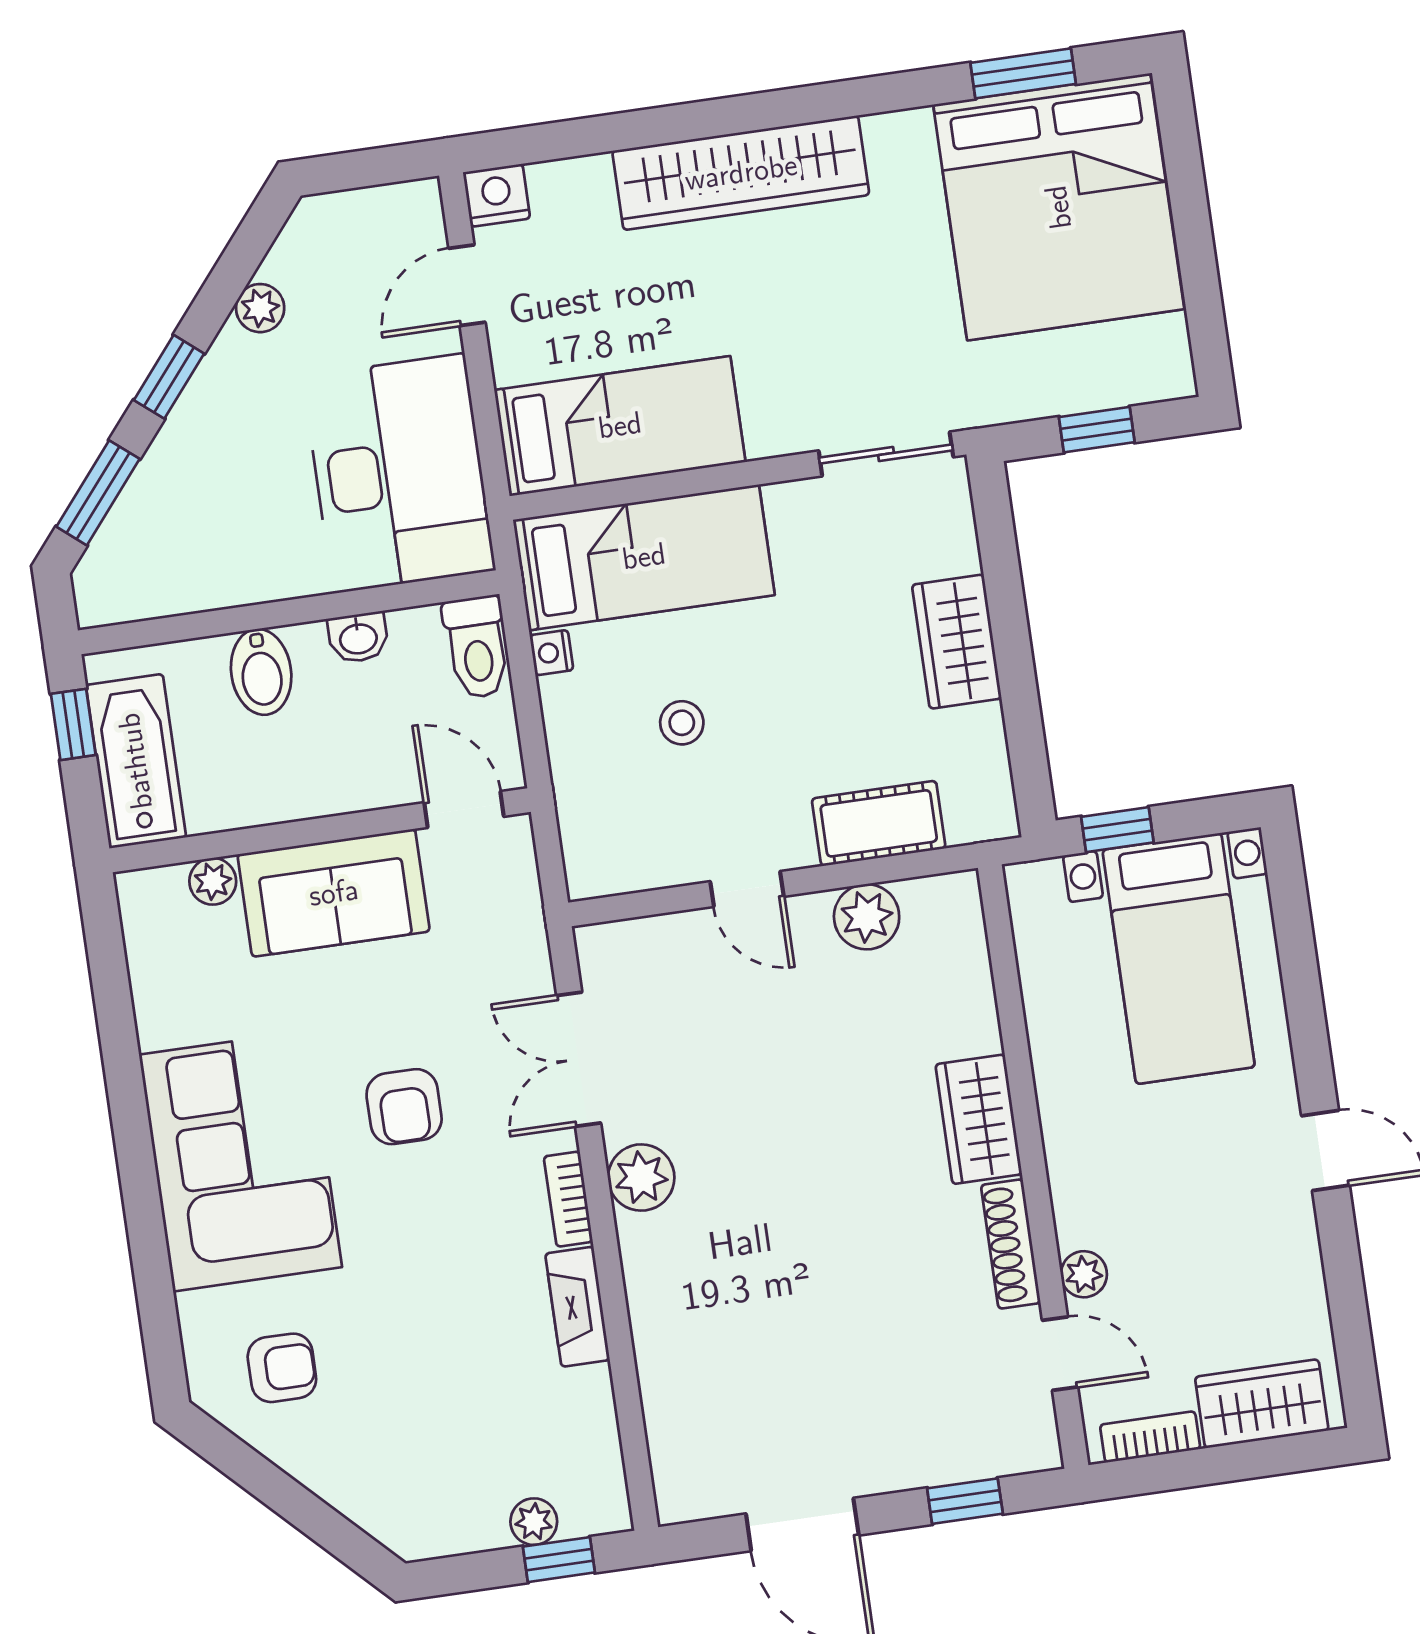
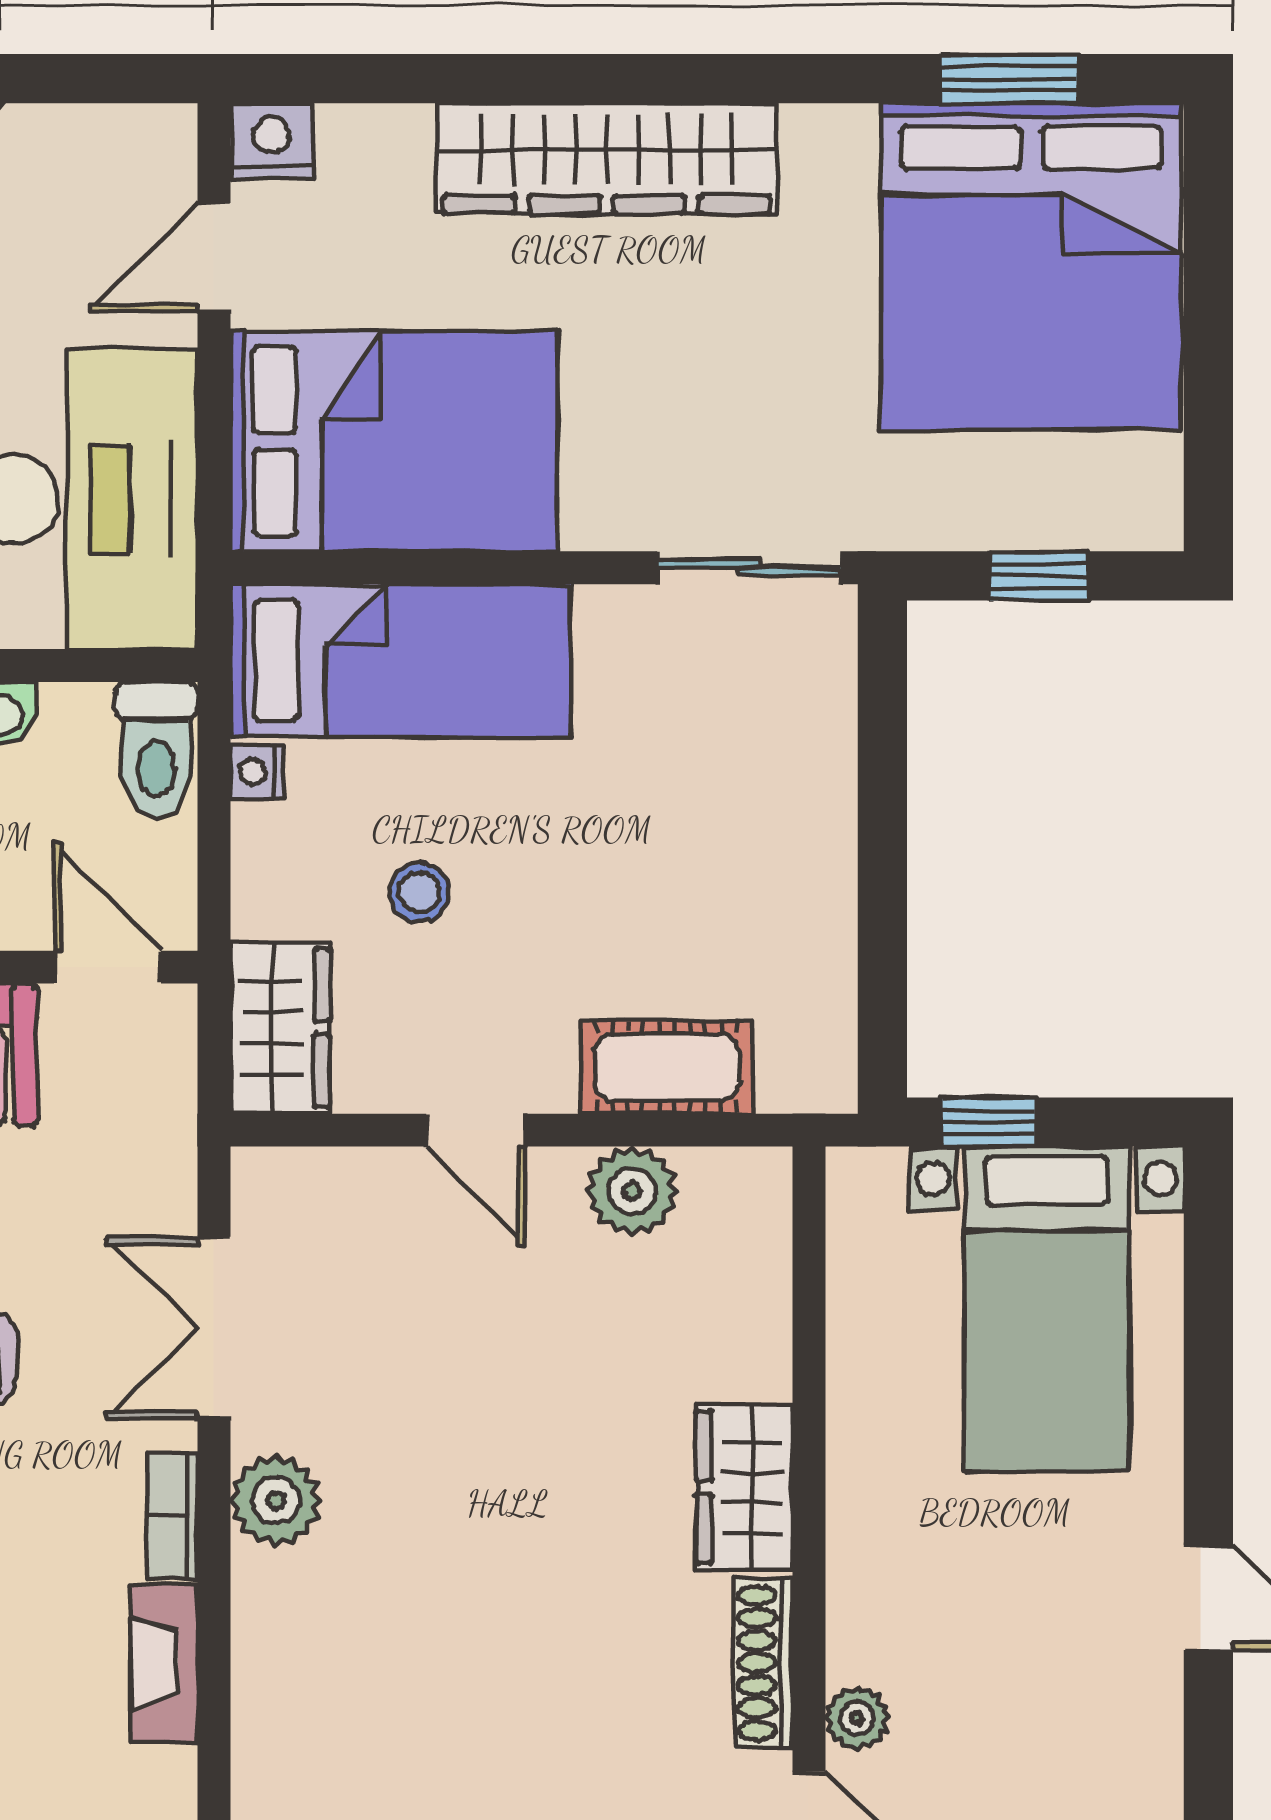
bed: (620, 426) -> (394, 441), width x1.50
wardrobe: (957, 642) -> (280, 1028), moved, turned 180

